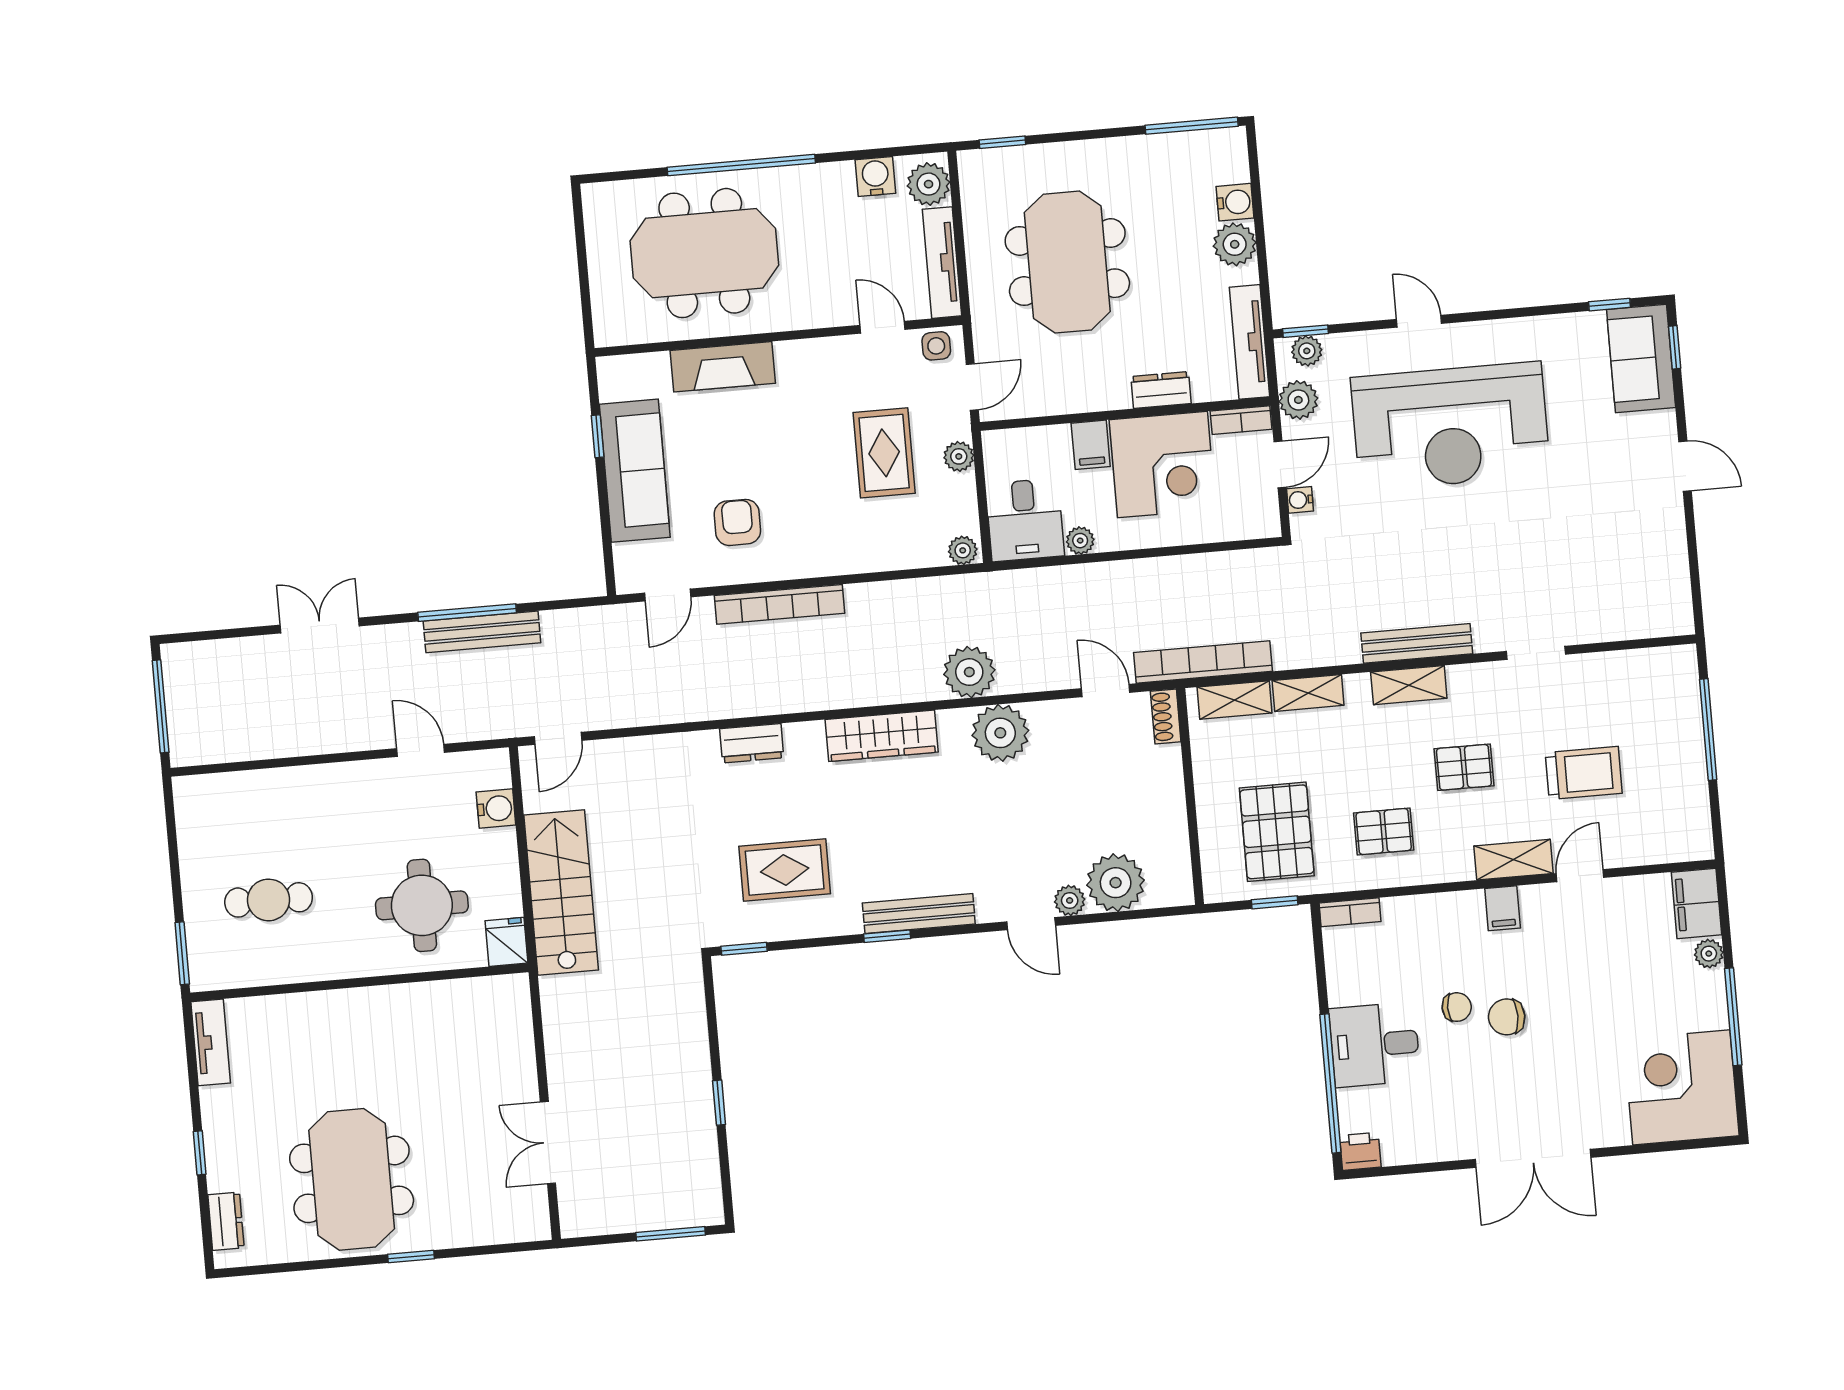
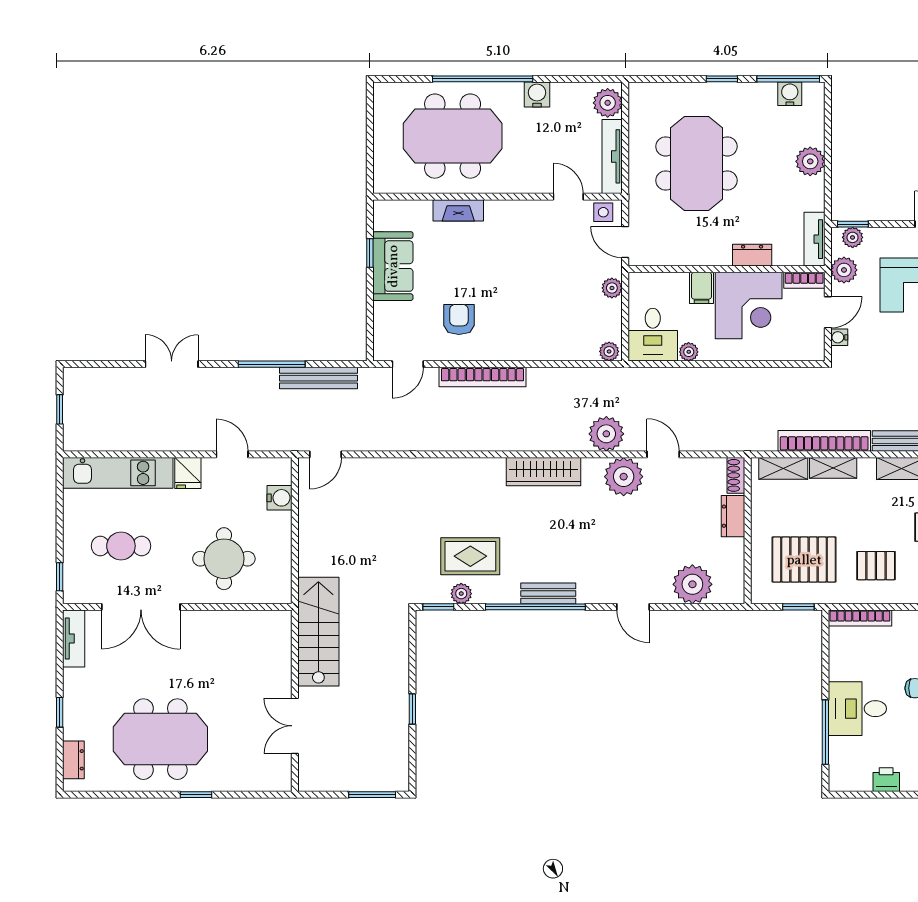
window: (1002, 142) -> (722, 79), moved
water cooler: (875, 176) -> (537, 95), moved
water cooler: (1235, 202) -> (790, 94), moved, turned -90
tv unit: (1249, 342) -> (814, 239), width x0.71
fireplace: (723, 367) -> (458, 210), width x0.73, depth x0.76
door: (972, 387) -> (625, 242), swing flipped
rug: (884, 453) -> (562, 281), removed
sofa: (635, 471) -> (393, 266), width x0.73
bench: (482, 632) -> (319, 378), moved
bookcase: (1203, 662) -> (824, 441), moved
door: (1106, 690) -> (663, 454), moved
window: (161, 706) -> (60, 409), width x0.46
dresser: (752, 743) -> (733, 516), moved, turned 90
kitchen unit: (254, 792) -> (118, 473), added
pallet: (1277, 832) -> (804, 560), turned 90
stairs: (561, 893) -> (318, 632), moved
plant: (1070, 900) -> (461, 594), moved
bookcase: (1350, 912) -> (860, 618), width x1.56
bench: (919, 913) -> (548, 593), width x0.73
window: (887, 936) -> (535, 607), width x3.17
fridge: (506, 942) -> (188, 473), moved, turned 180
window: (182, 953) -> (60, 577), width x0.67
double door: (306, 987) -> (141, 607), added
window: (1330, 1083) -> (825, 732), width x0.68
printer: (1360, 1151) -> (886, 780), moved
meeting table: (352, 1179) -> (160, 739), turned 90

